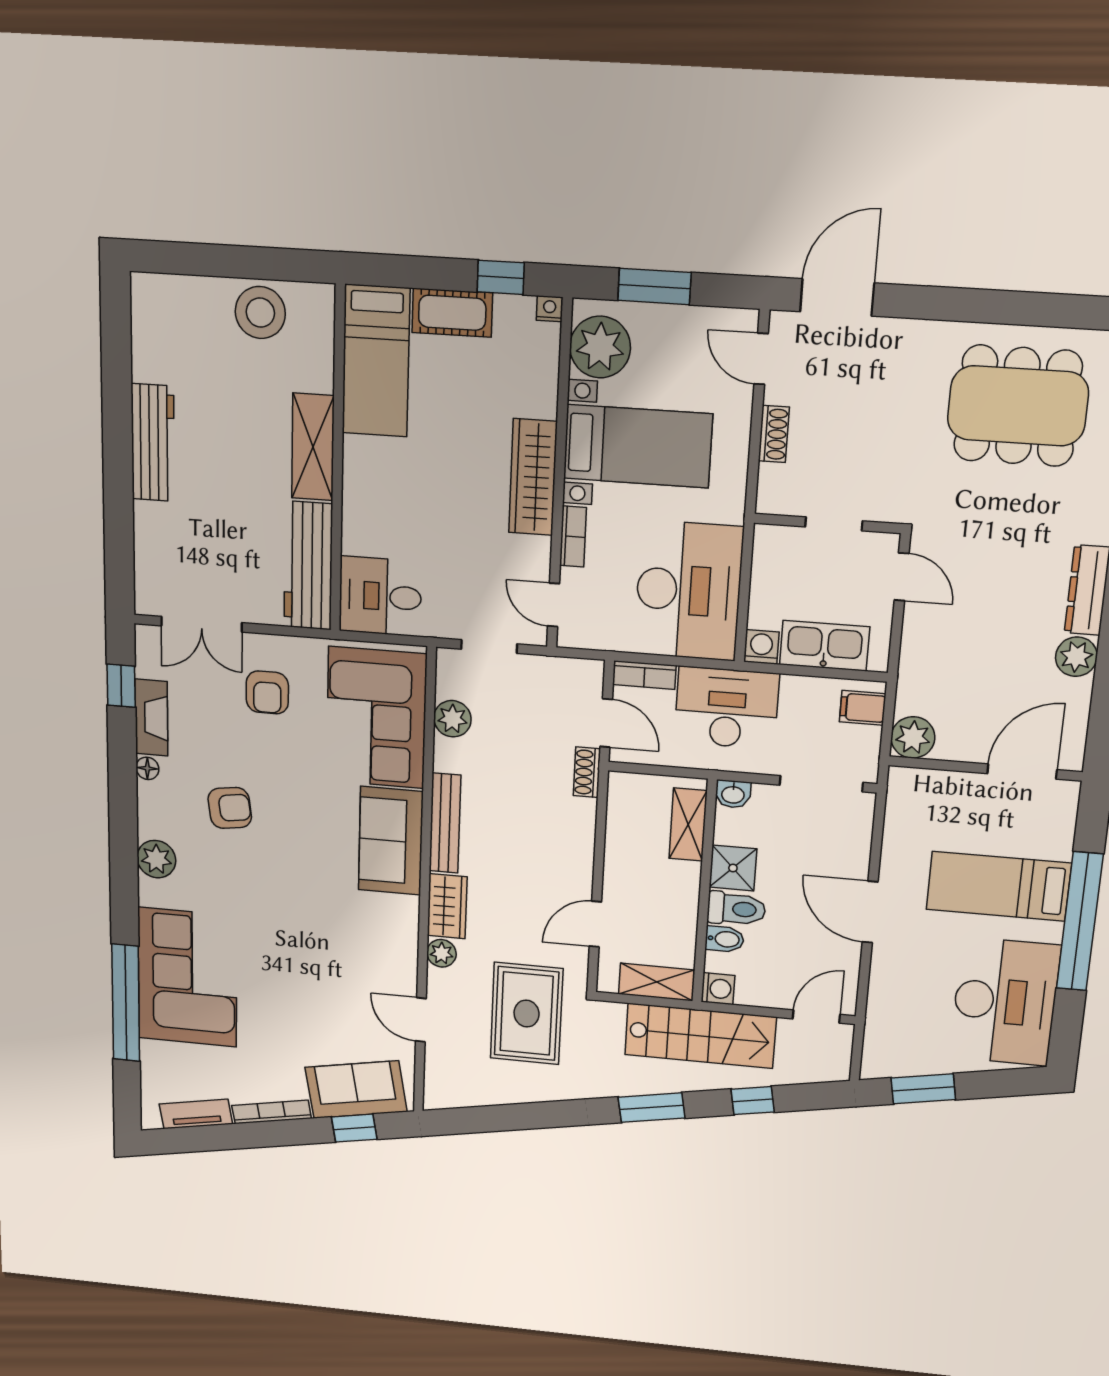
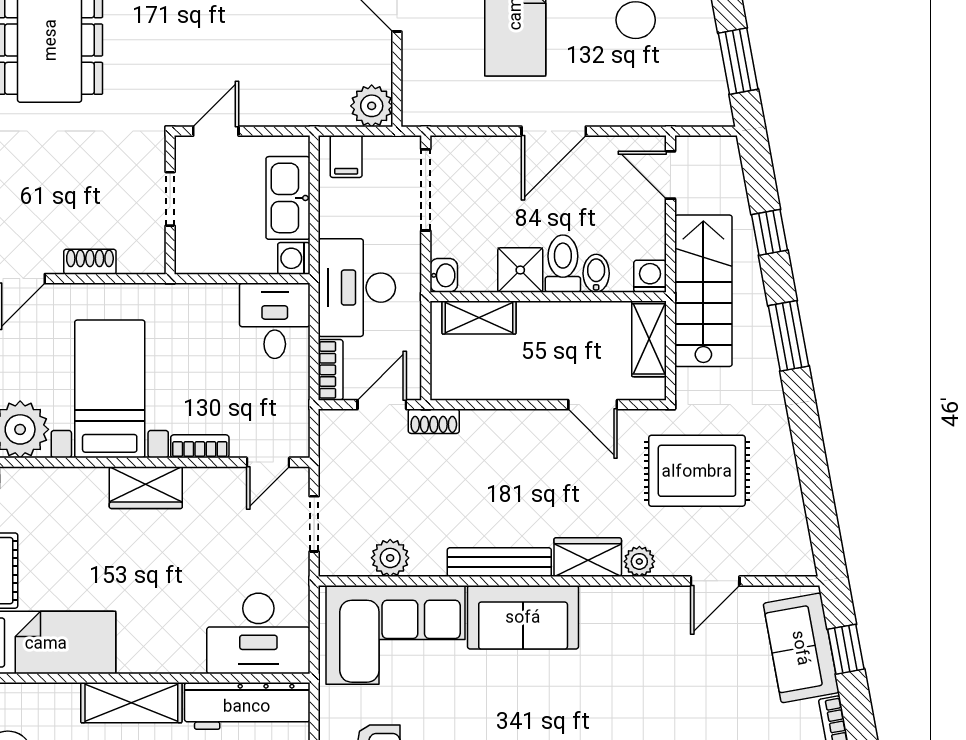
wardrobe: (533, 477) -> (146, 488), width x0.67
desk: (688, 591) -> (275, 321), width x0.53, depth x0.77
desk: (380, 596) -> (258, 633), width x1.37

